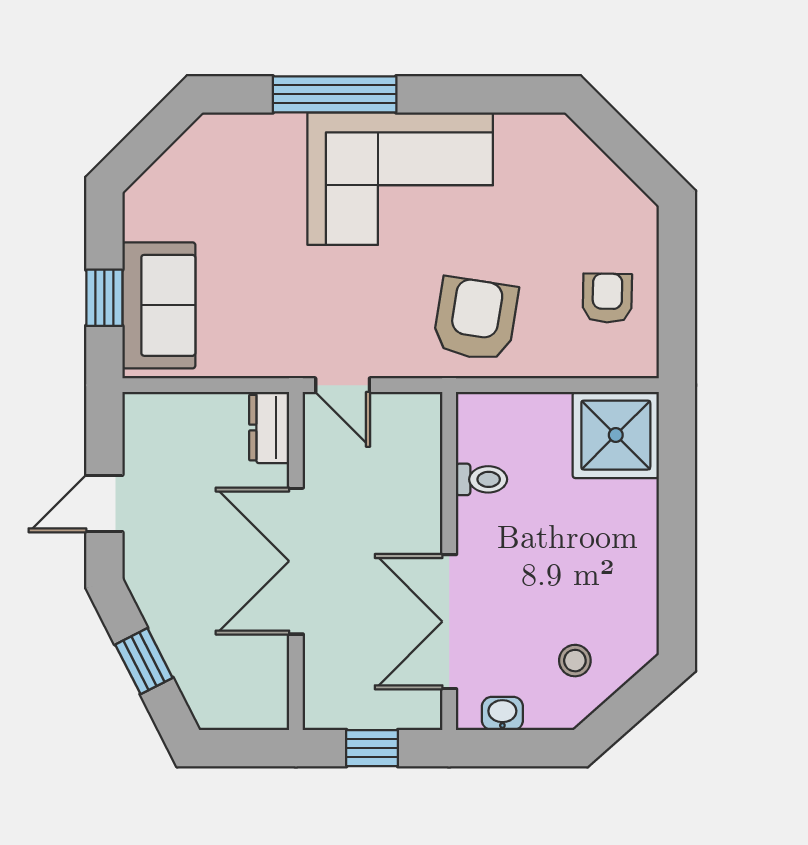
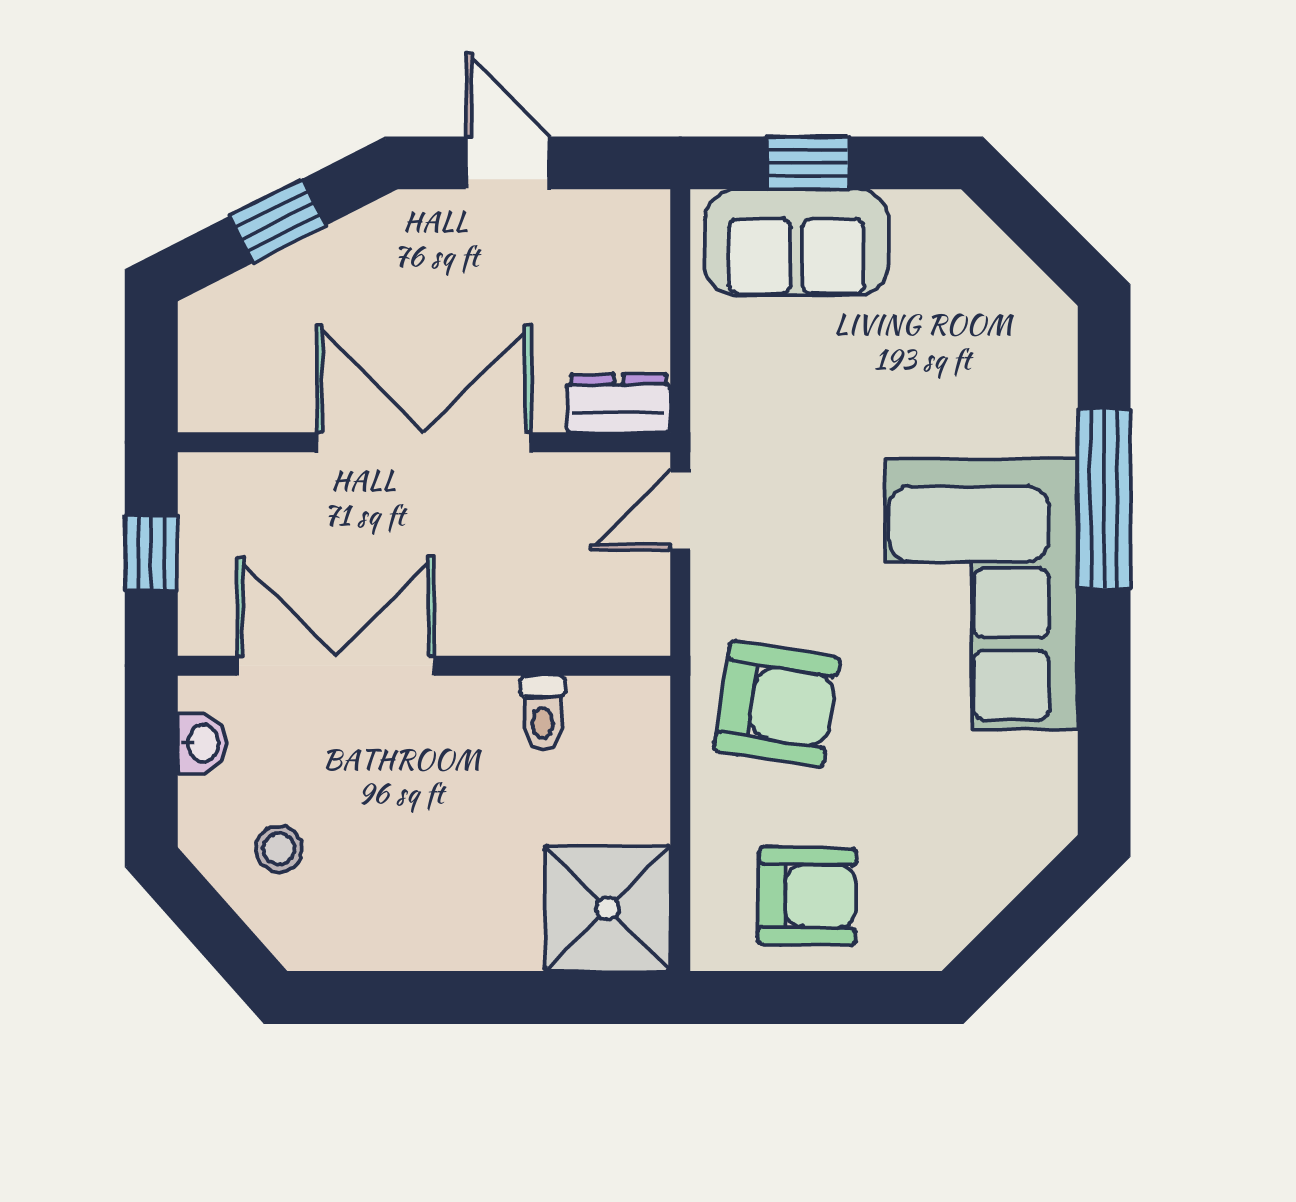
armchair: (607, 298) -> (807, 896), width x1.38, depth x1.38

